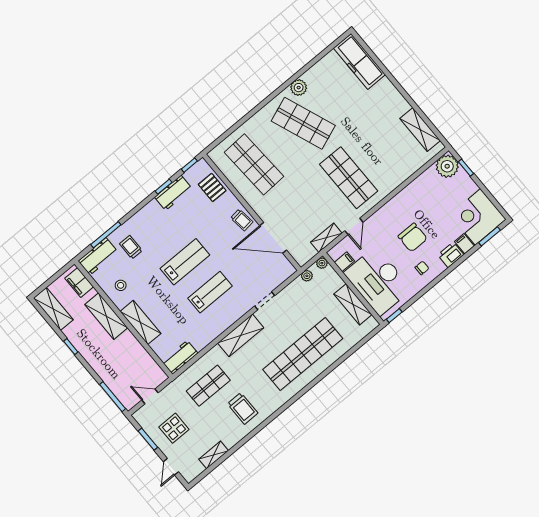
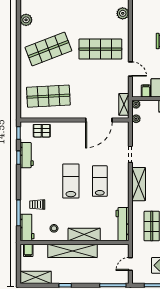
plant: (299, 88) -> (26, 20), moved
plant: (405, 170) -> (123, 13), added
trolley: (242, 220) -> (74, 129), removed
shelving: (326, 238) -> (124, 104), moved
filing cabinet: (79, 282) -> (28, 250), width x0.50
shelving: (106, 316) -> (72, 251), width x1.47
workbench: (180, 357) -> (122, 224), width x1.38

